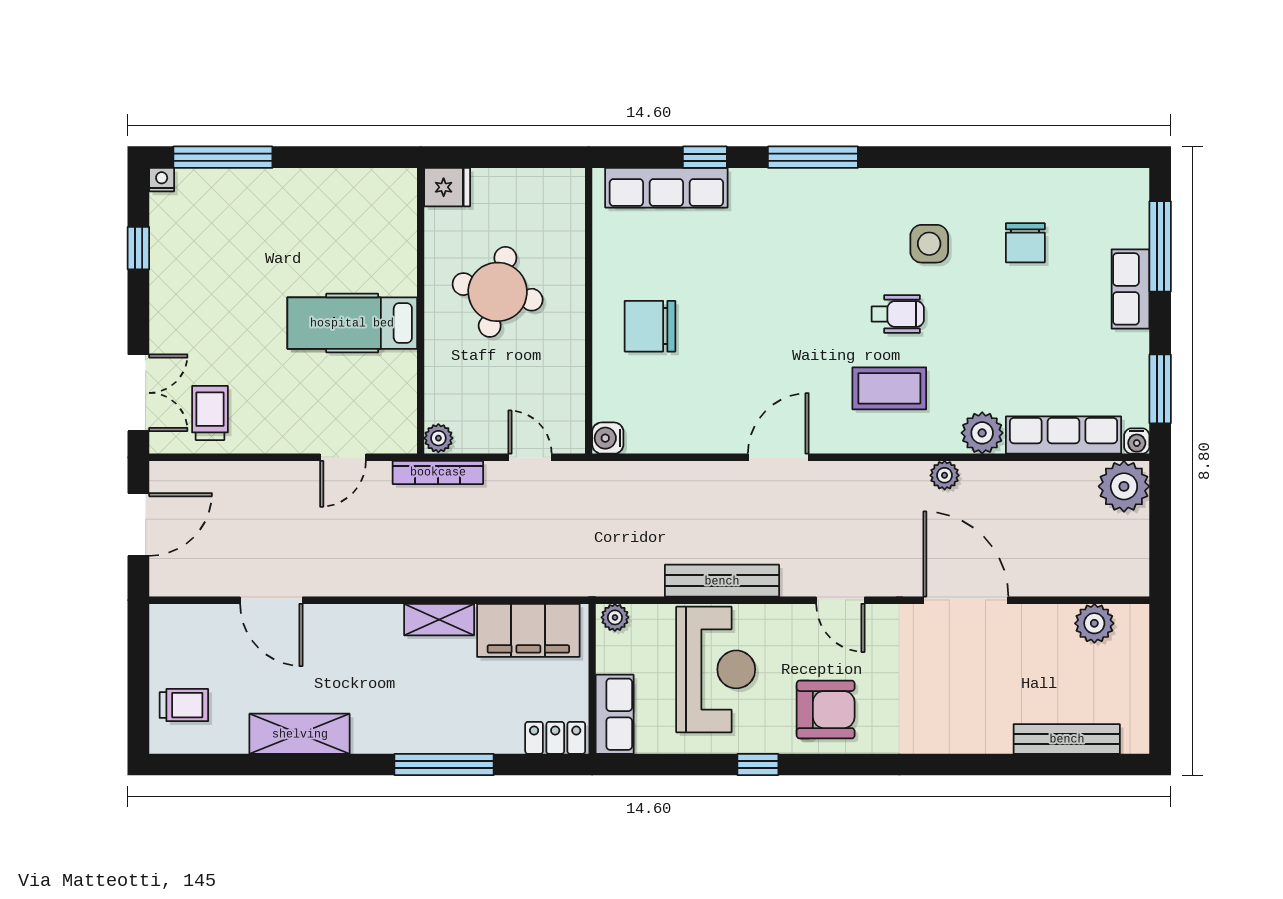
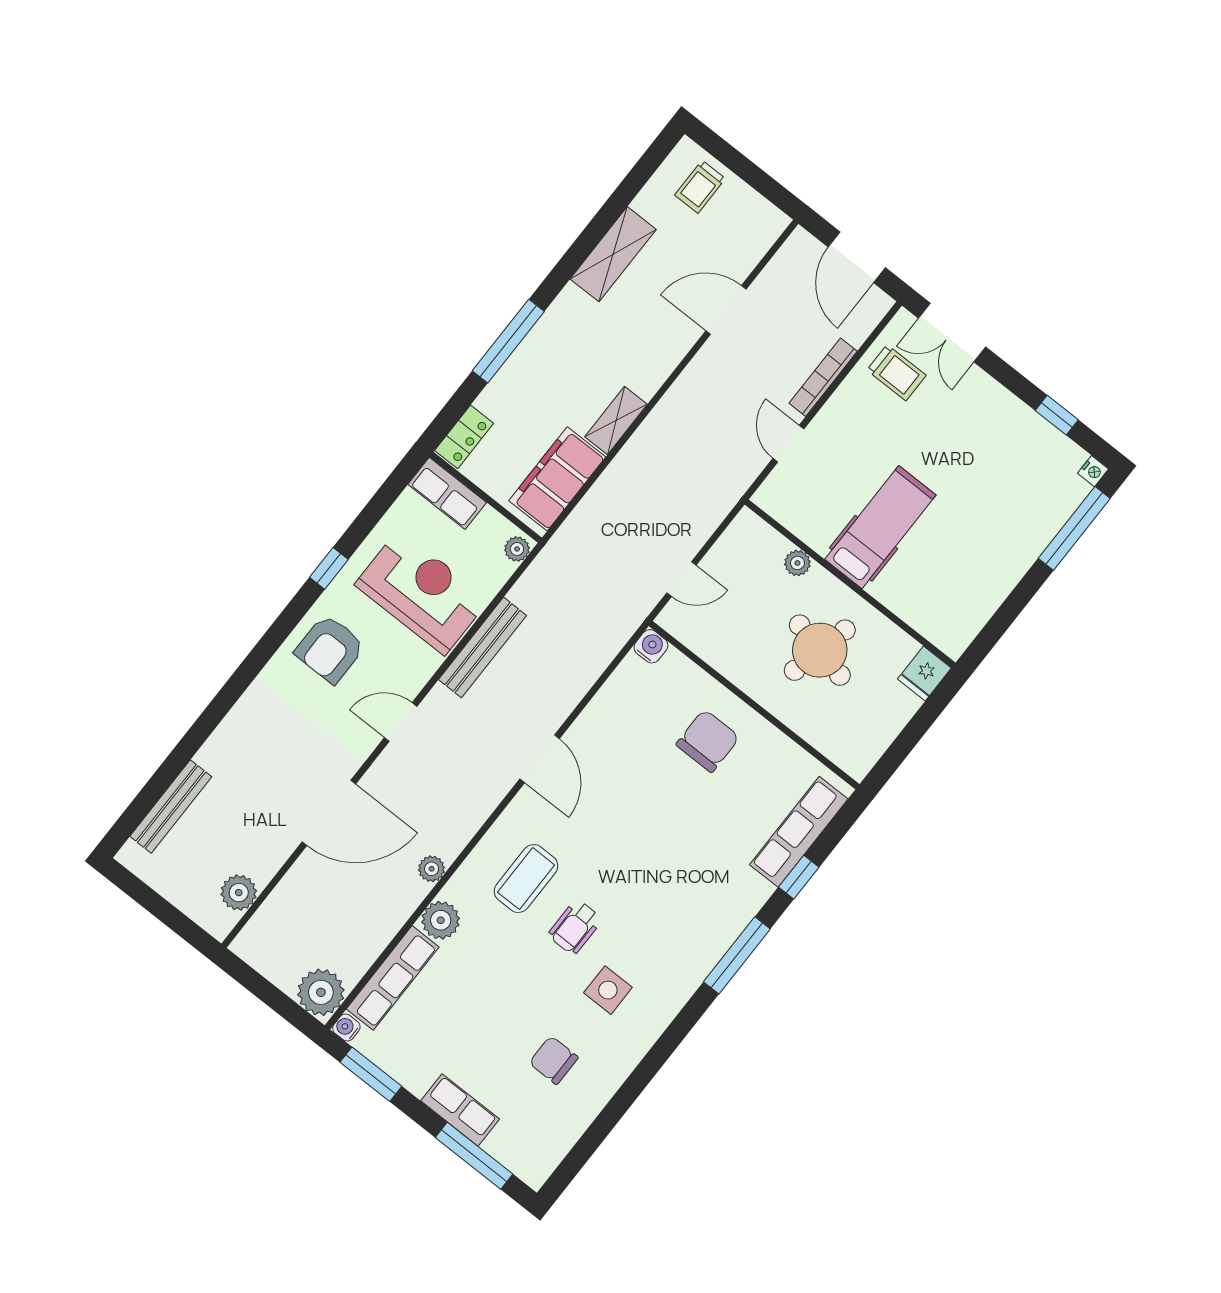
plant: (438, 438) -> (797, 563), moved
bookcase: (438, 472) -> (823, 377), moved
reception desk: (716, 669) -> (422, 592), turned 180

